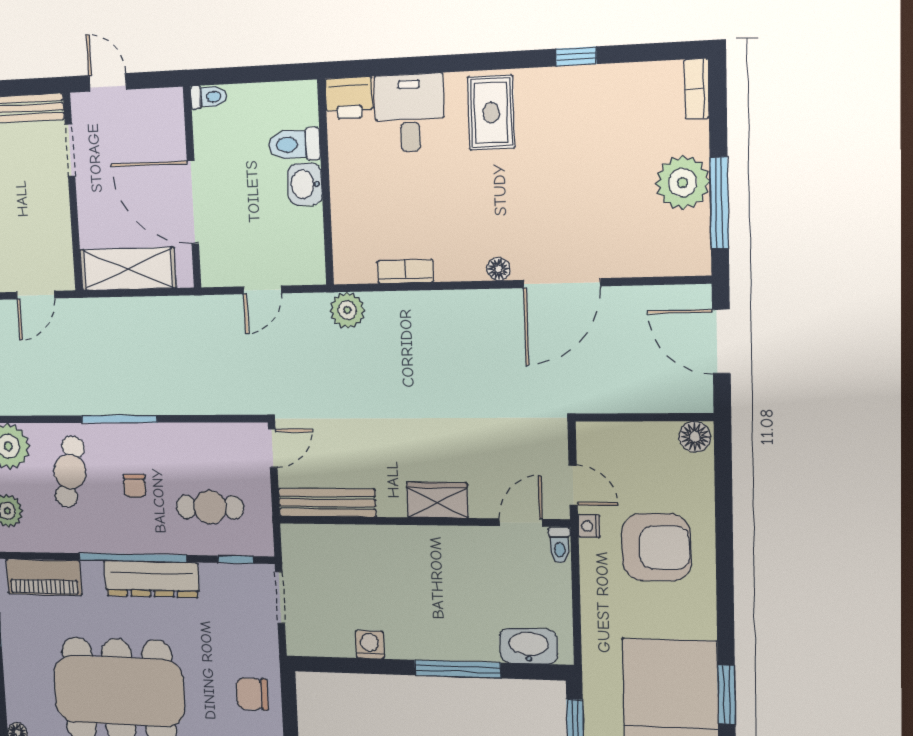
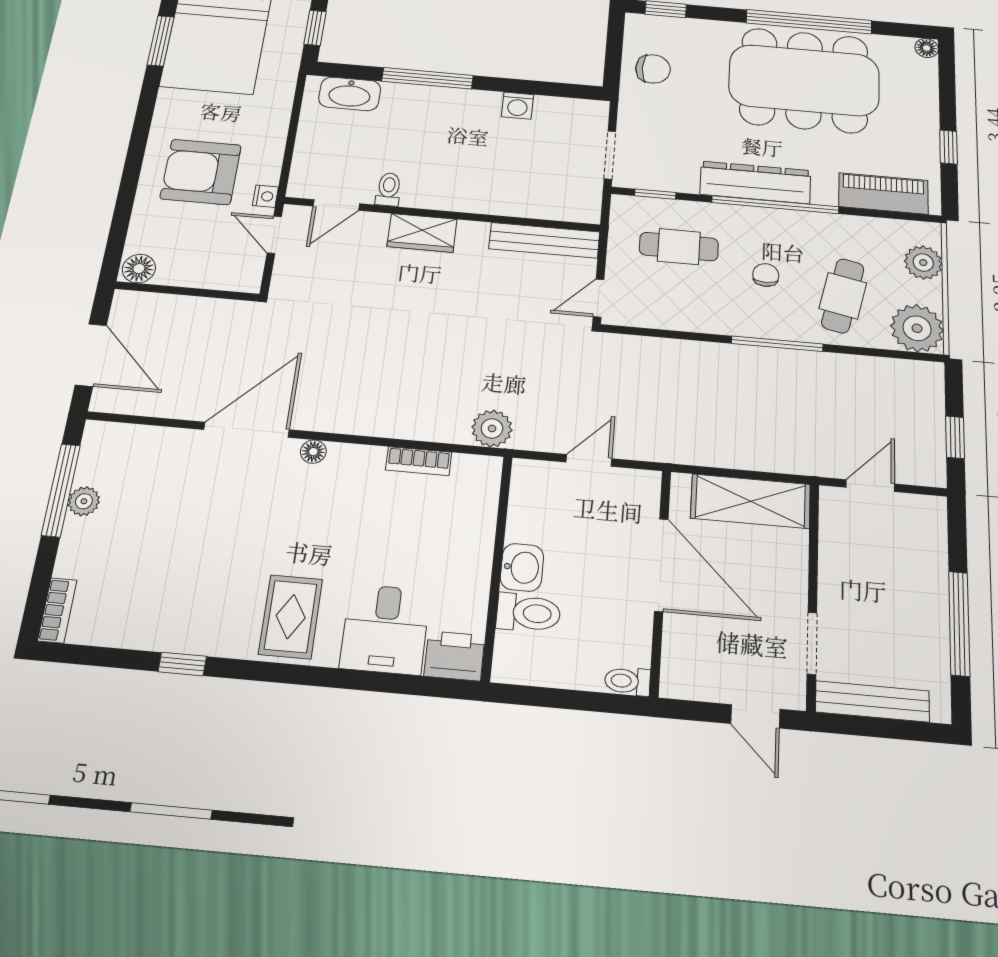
plant: (683, 183) -> (84, 501), width x0.53, depth x0.53
toilet: (560, 545) -> (389, 189), moved

